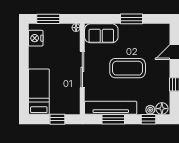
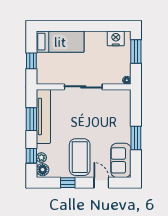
sofa: (101, 33) -> (121, 160), moved
coffee table: (128, 68) -> (80, 157), moved

